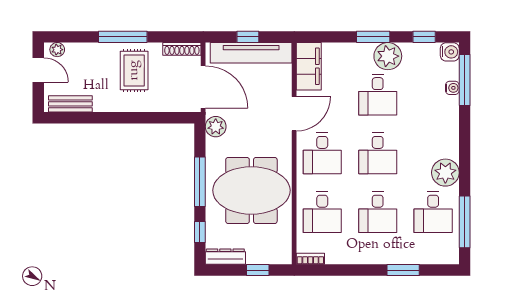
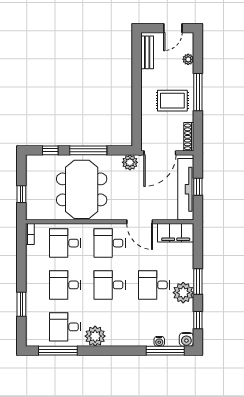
plant: (57, 50) -> (188, 59), moved
dresser: (225, 257) -> (32, 170), removed

